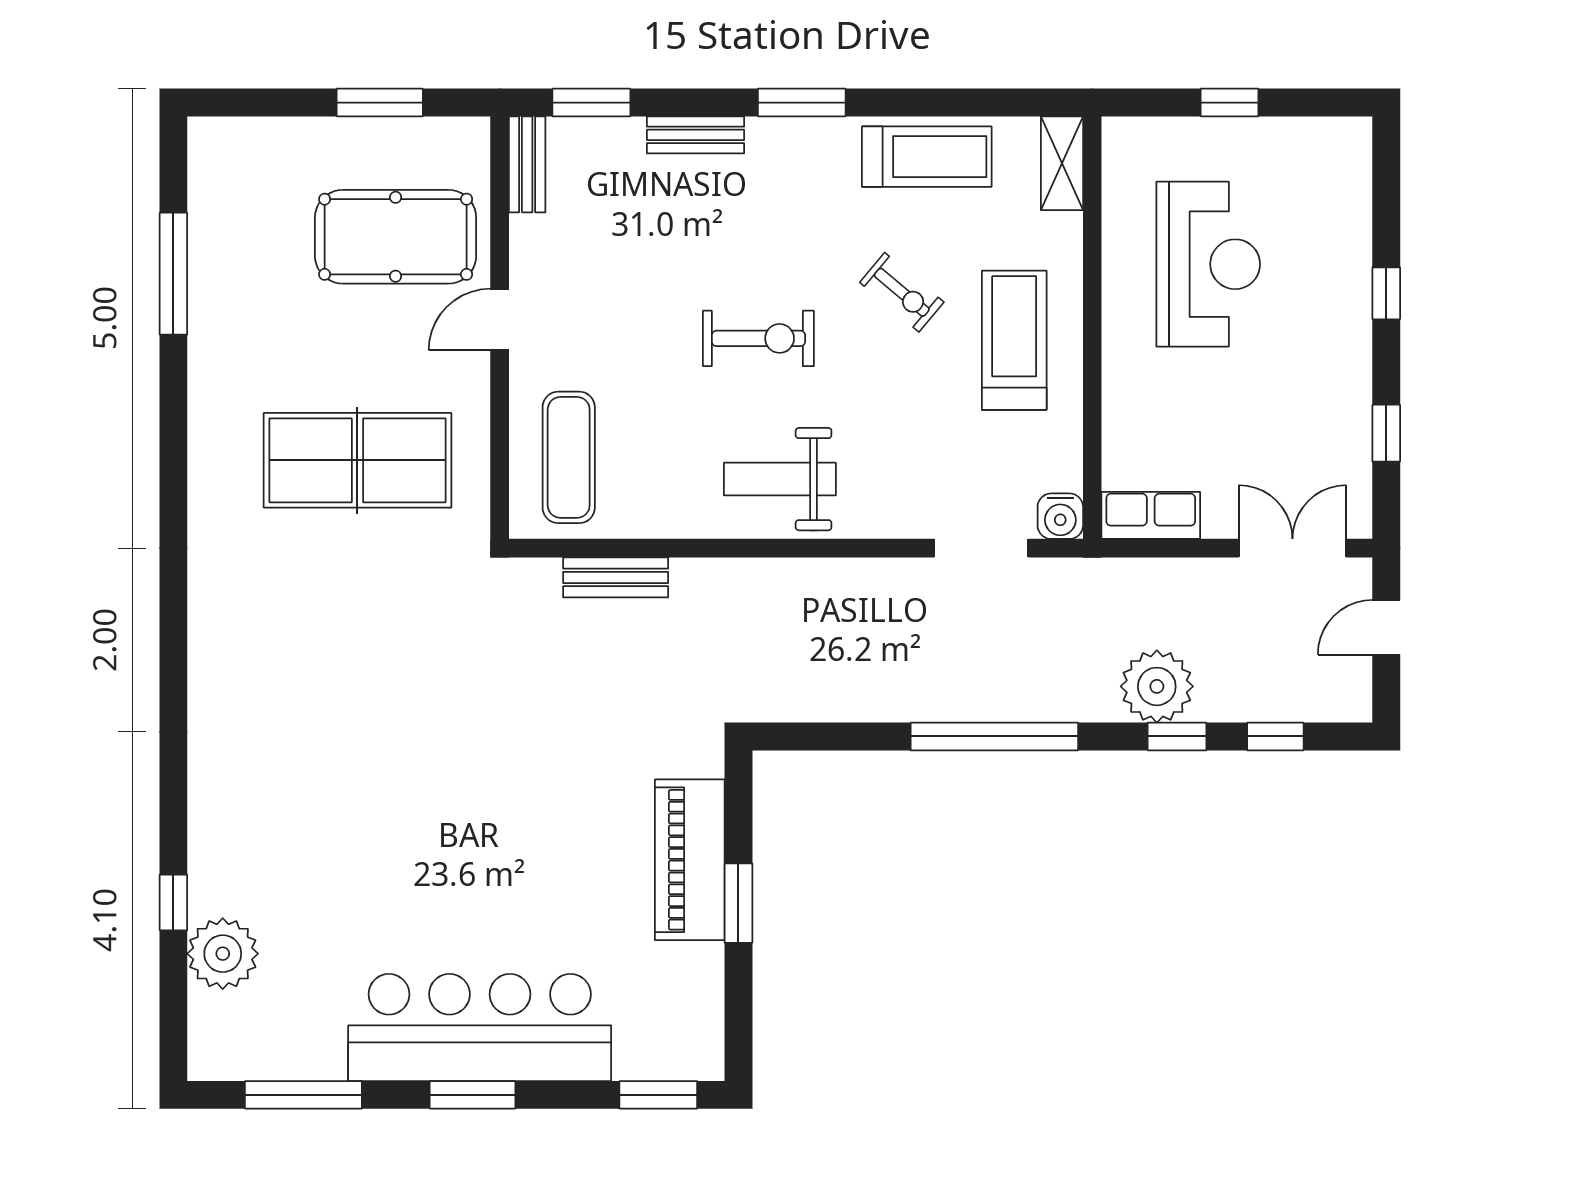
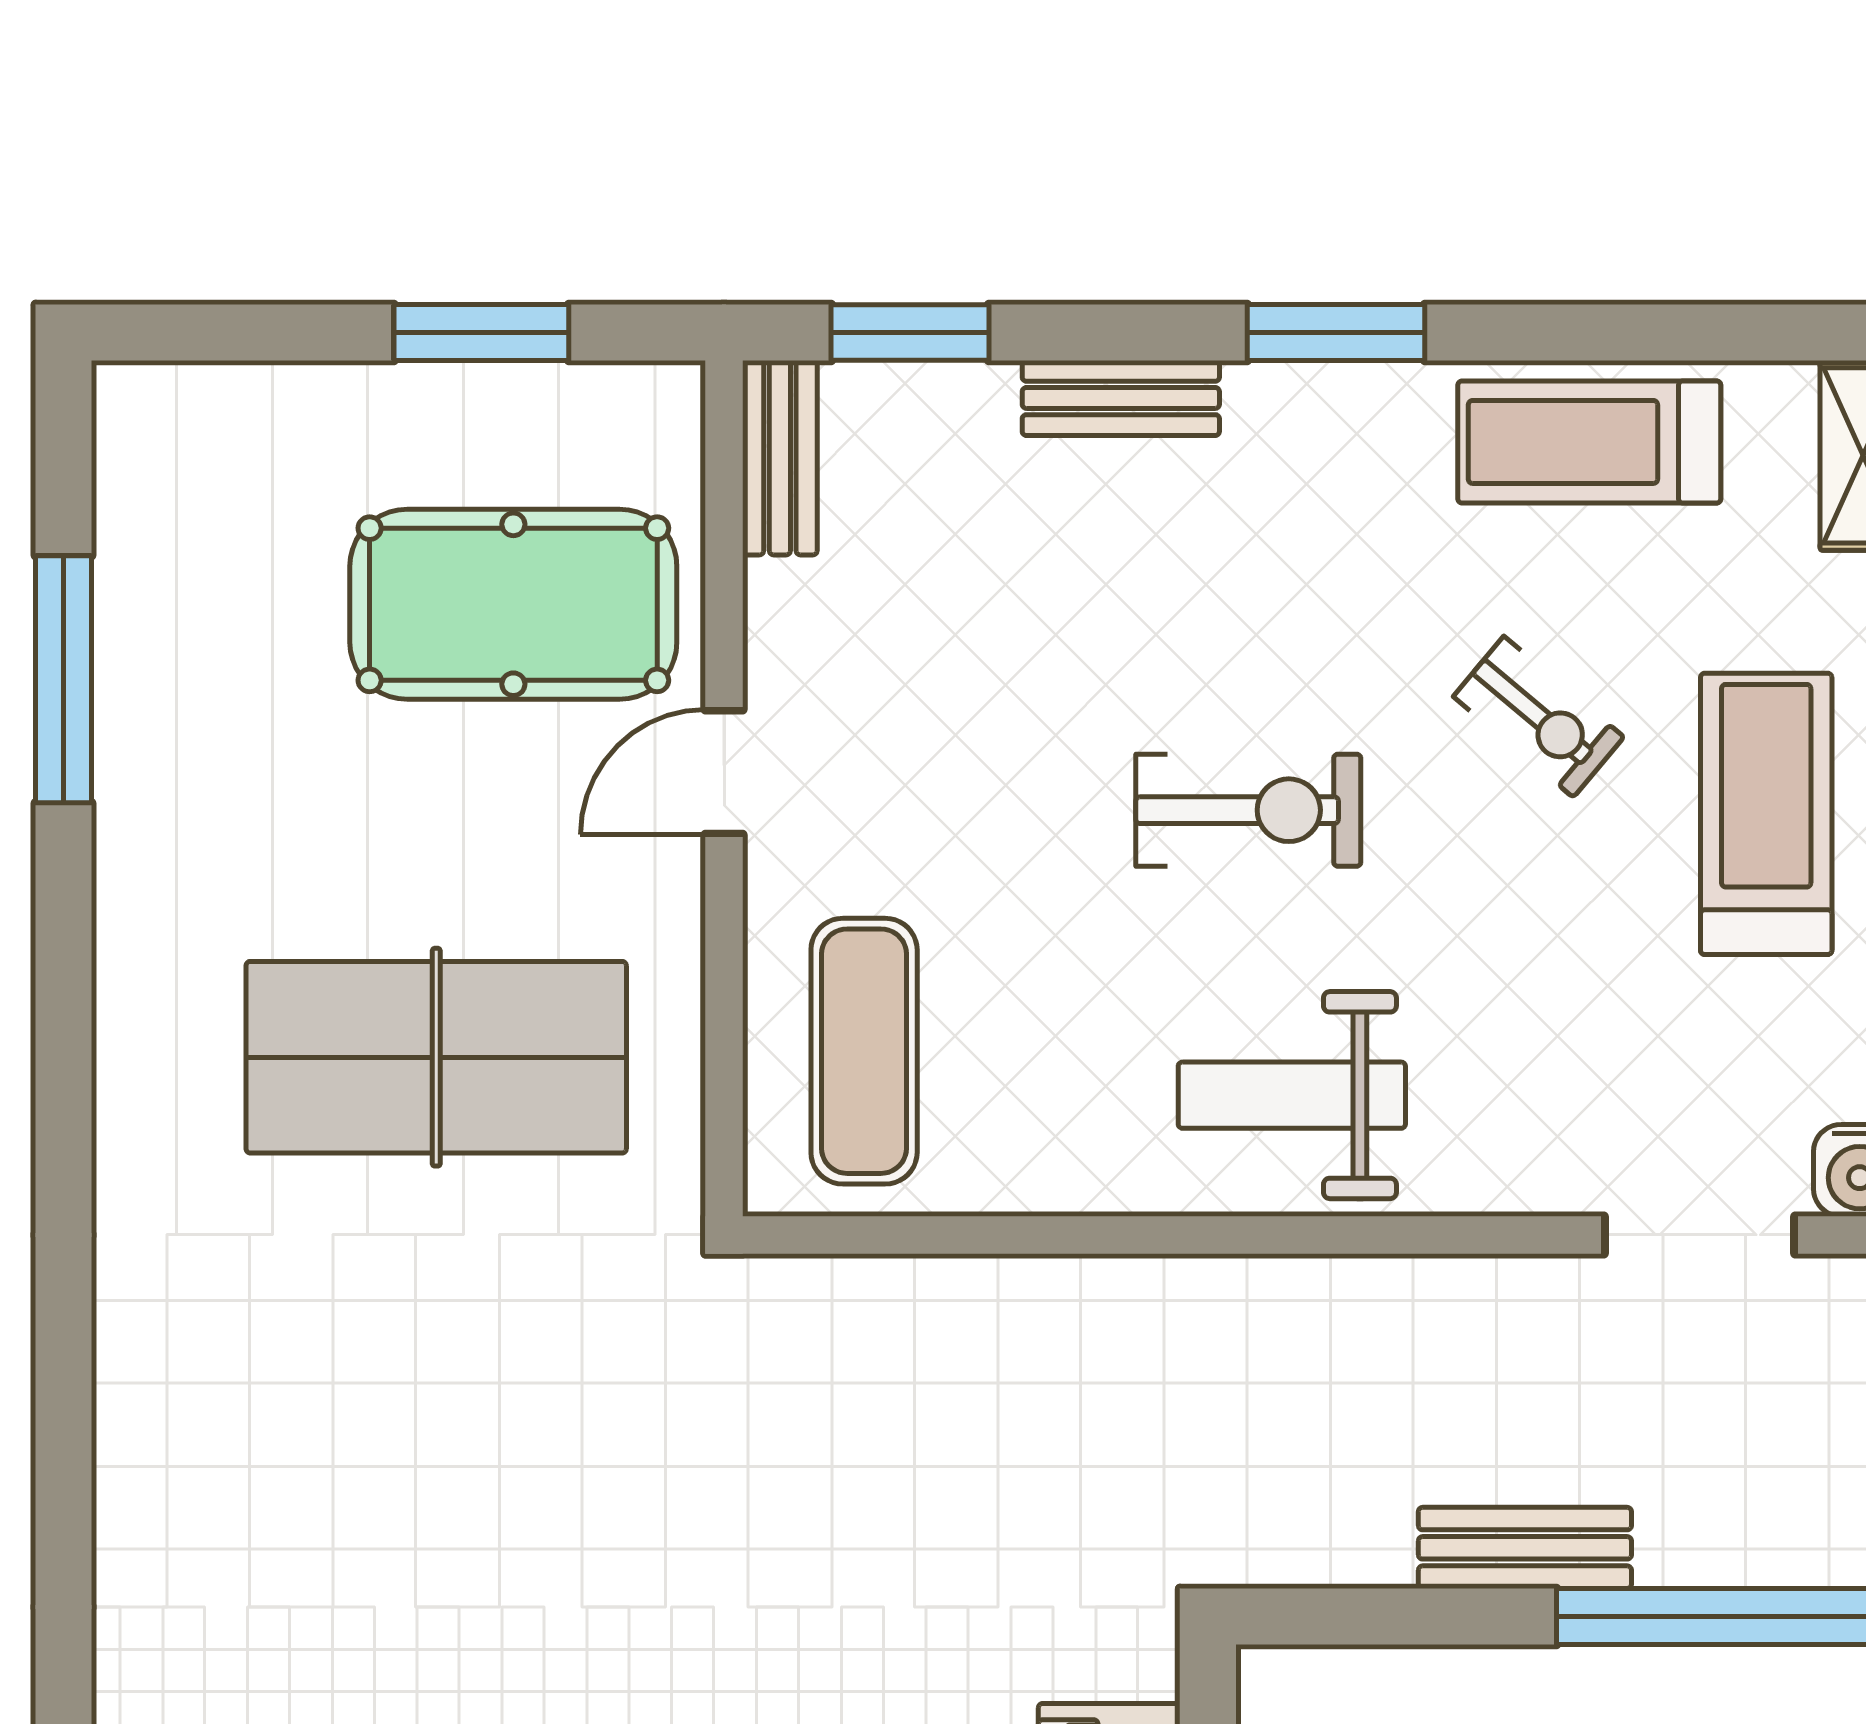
treadmill: (927, 157) -> (1589, 442), turned 180
bench: (616, 577) -> (1525, 1548), moved

